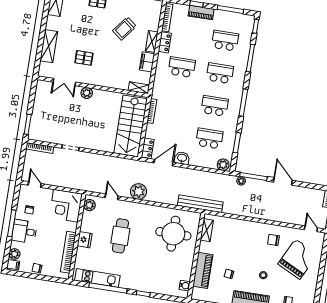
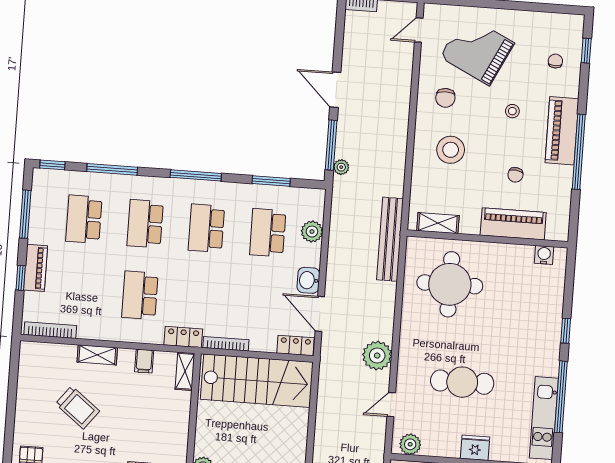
locker: (165, 42) -> (183, 337), moved
filing cabinet: (147, 62) -> (144, 361), width x0.50
plant: (223, 165) -> (312, 232), moved
door: (283, 181) -> (335, 90), hinge flipped
stool: (245, 240) -> (451, 150), added

